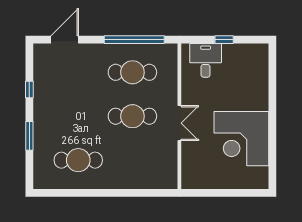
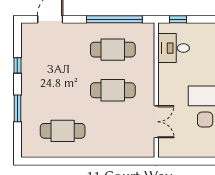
window: (224, 40) -> (178, 19), moved
desk: (206, 60) -> (174, 48), moved, turned -90
double door: (179, 123) -> (156, 122), moved

